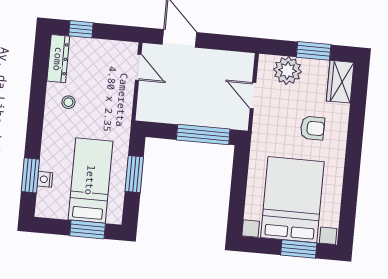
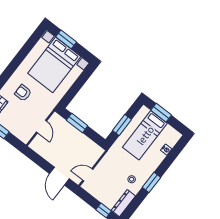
door: (138, 67) -> (88, 175), hinge flipped
plant: (287, 71) -> (17, 128), removed
window: (203, 135) -> (77, 123), width x0.69
window: (30, 175) -> (151, 182), moved

